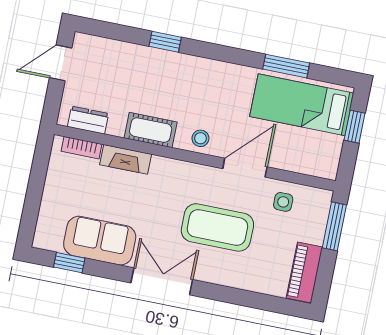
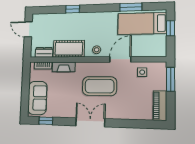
door: (61, 63) -> (28, 29), hinge flipped
cot: (151, 130) -> (69, 49), width x1.37, depth x1.34
coffee table: (217, 227) -> (100, 86), moved
sofa: (100, 241) -> (37, 98), moved, turned 90

